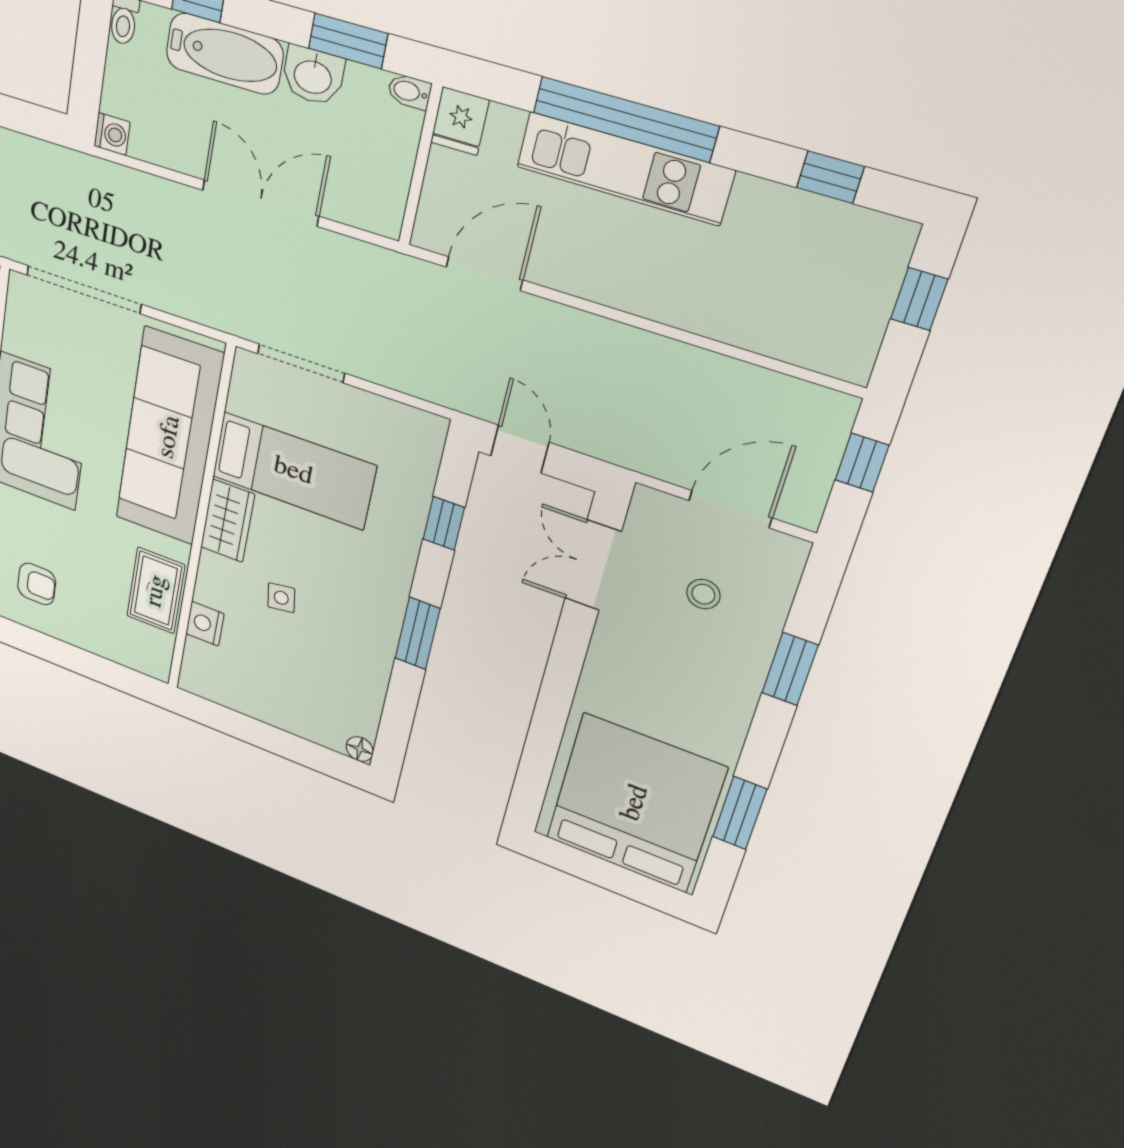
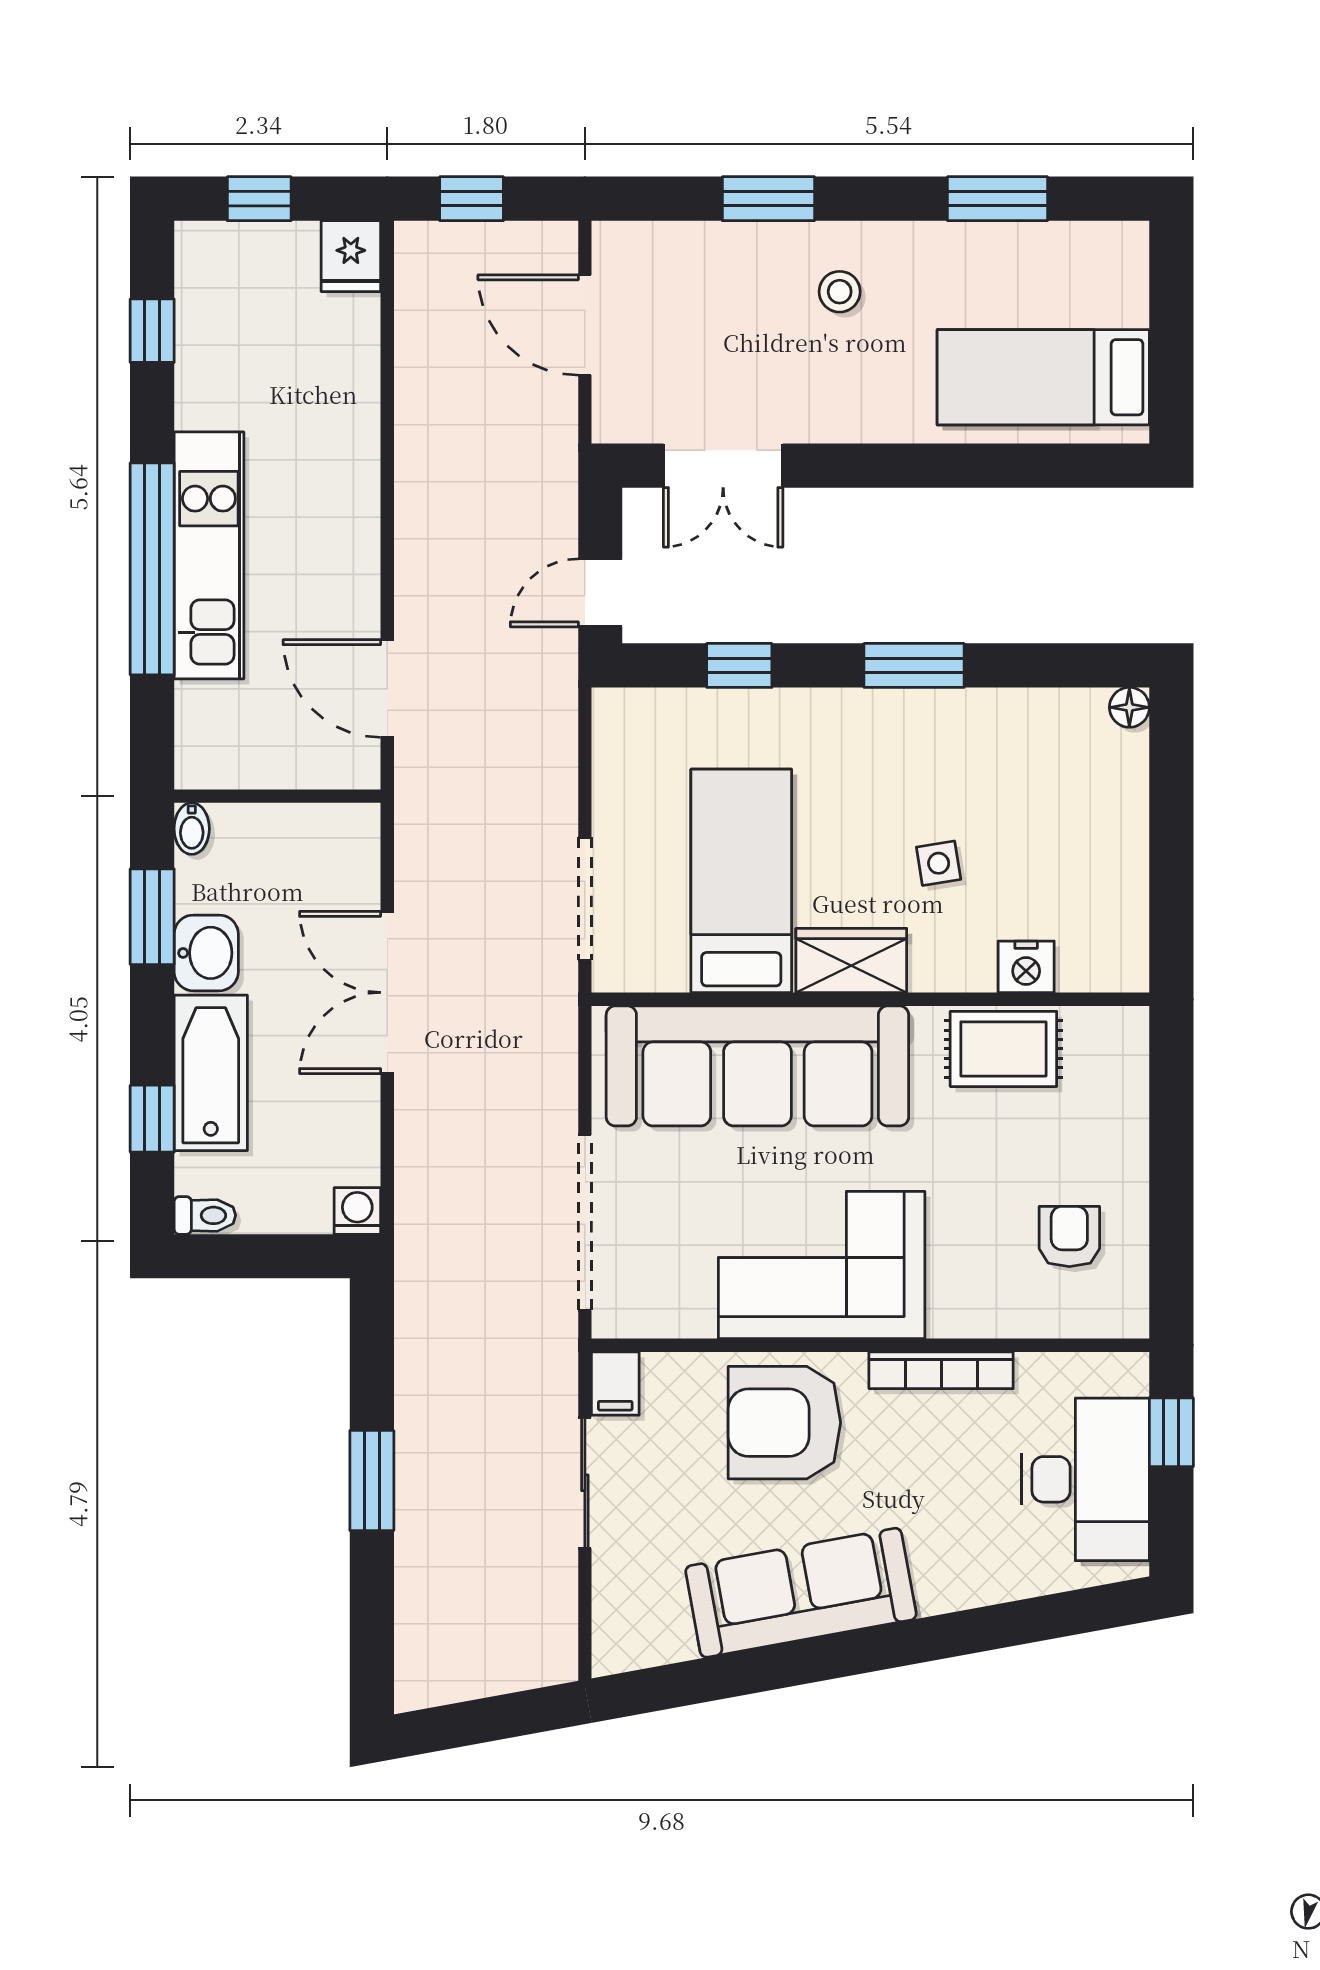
fridge: (460, 121) -> (351, 256), moved, turned 90
stool: (703, 594) -> (840, 292), moved
bed: (635, 803) -> (1043, 377), width x0.49

